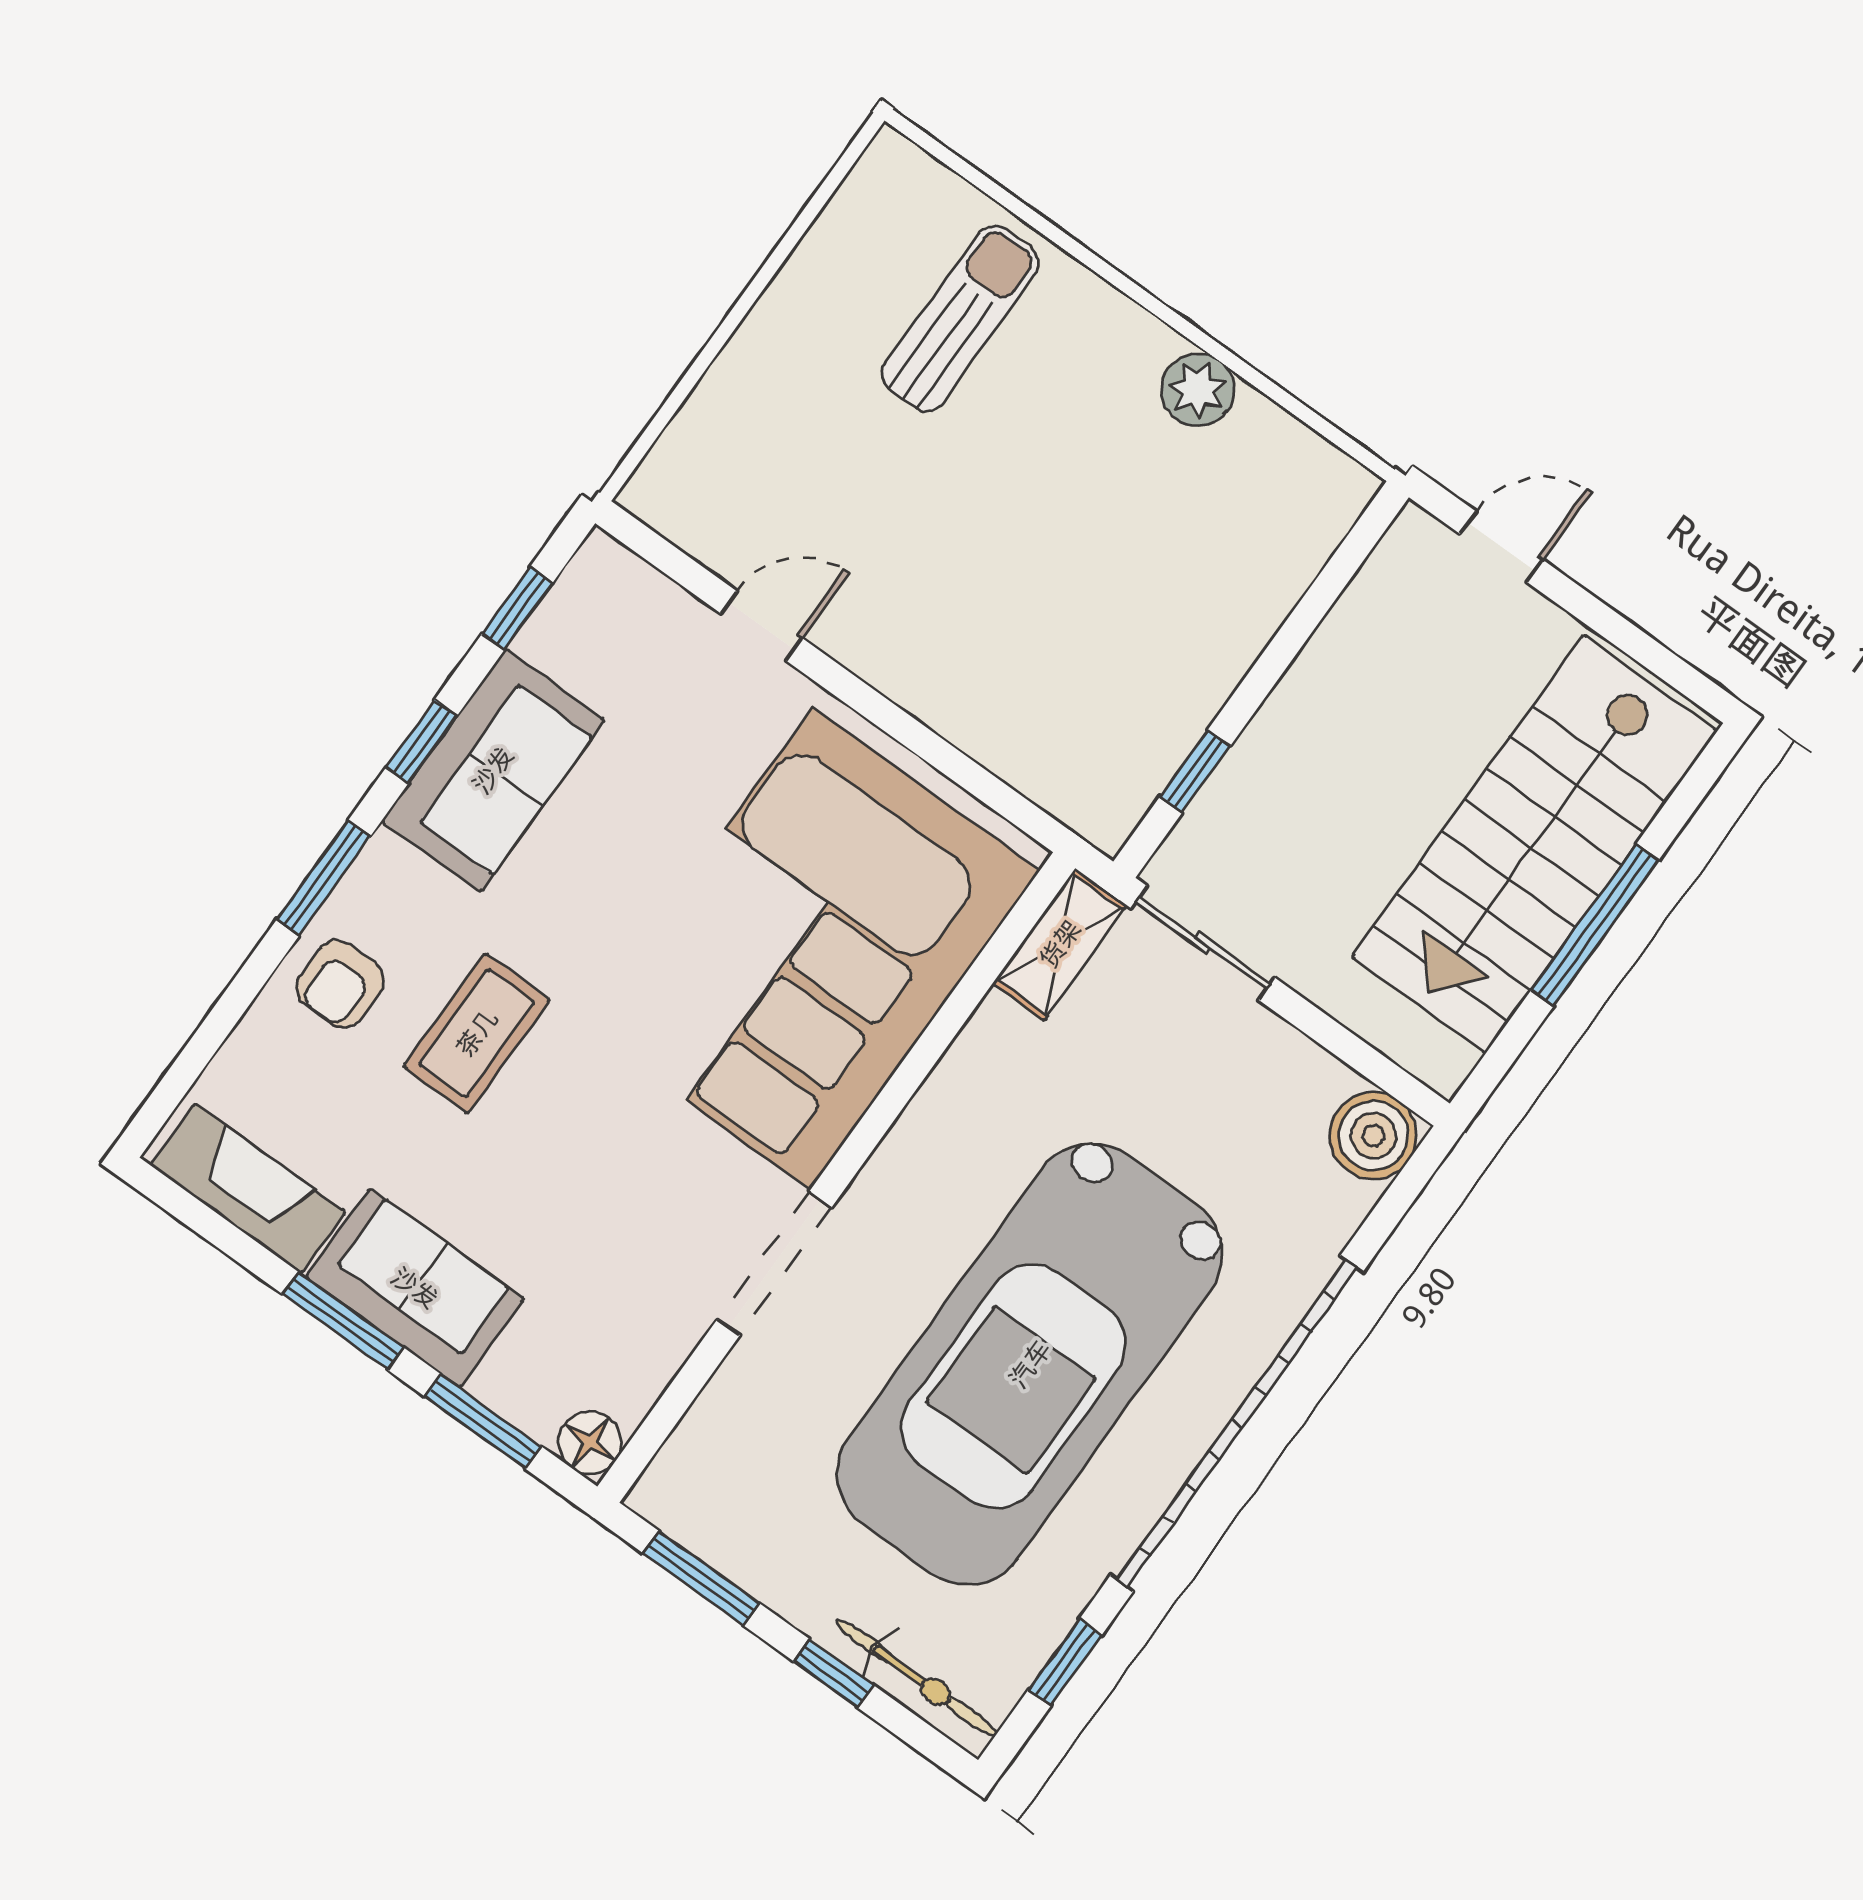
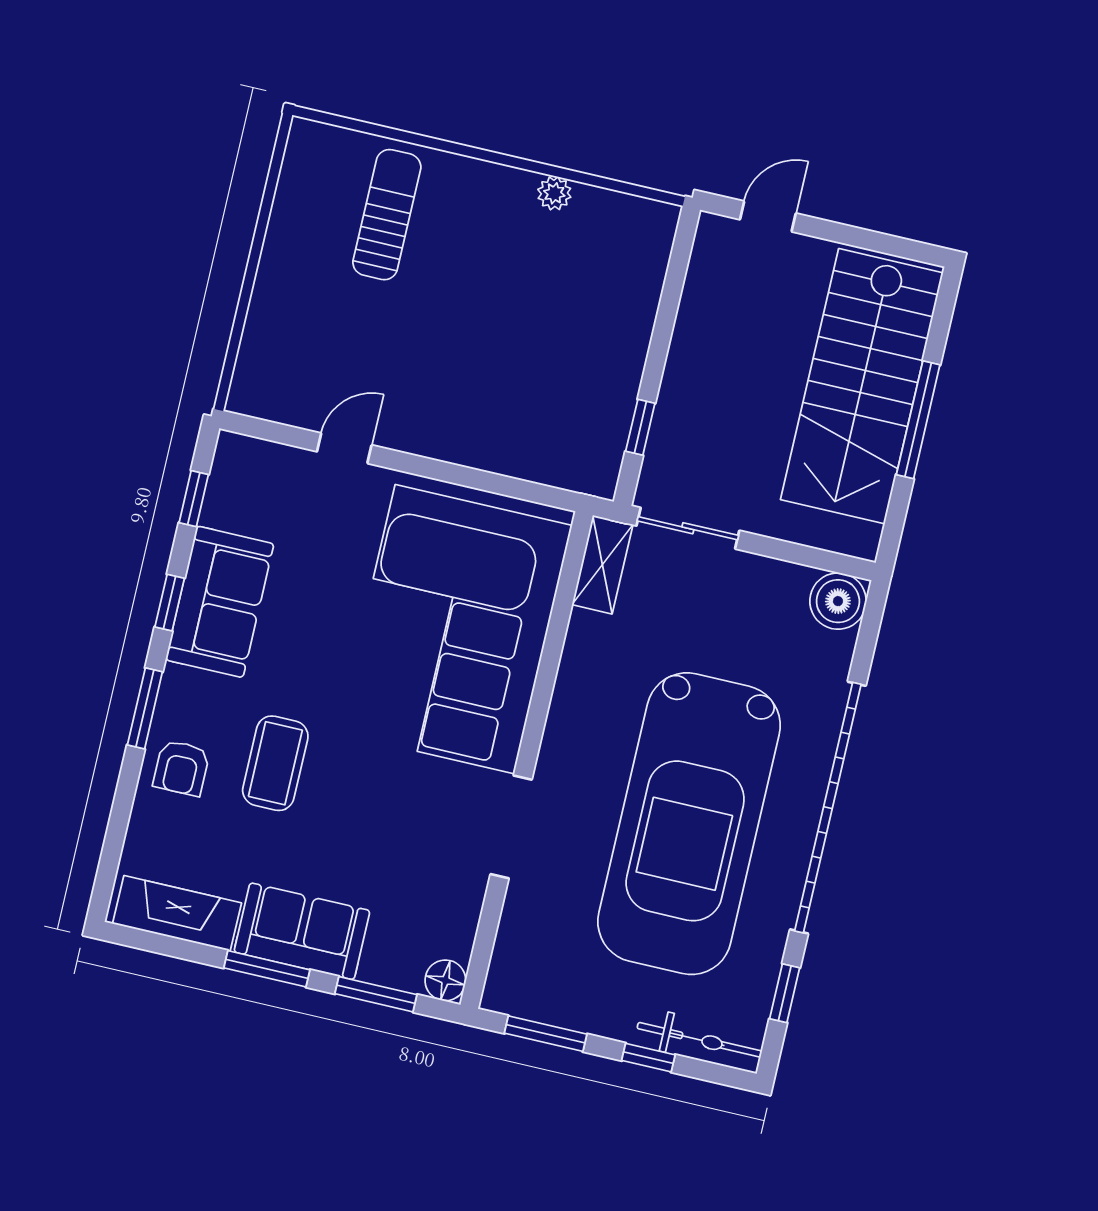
plant: (1198, 390) -> (554, 193), width x0.73, depth x0.73

